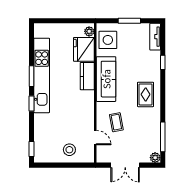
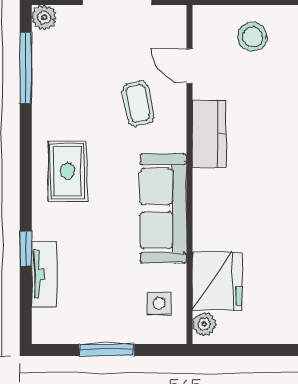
tv unit: (155, 37) -> (44, 274), moved
side table: (108, 40) -> (159, 303), width x0.54, depth x0.54
kitchen counter: (87, 76) -> (209, 134), moved

